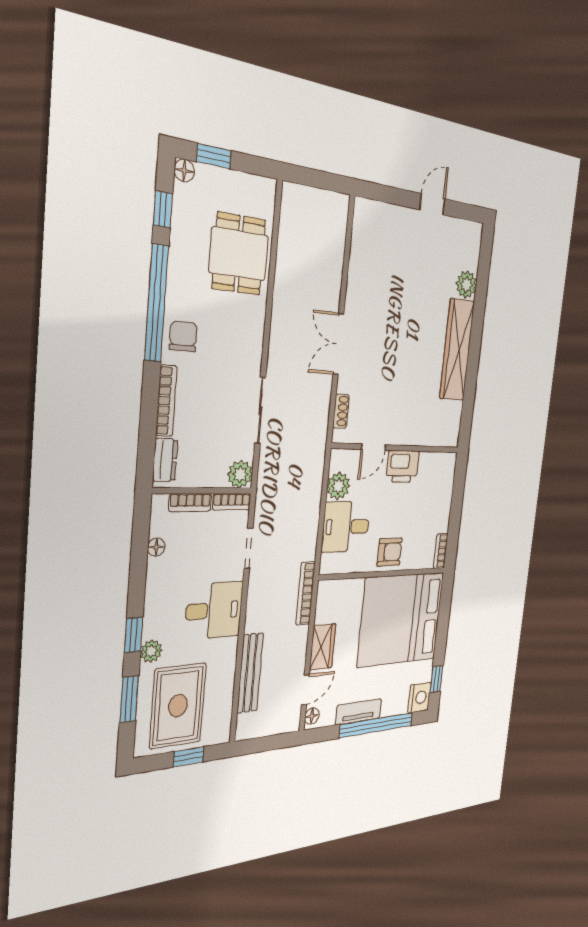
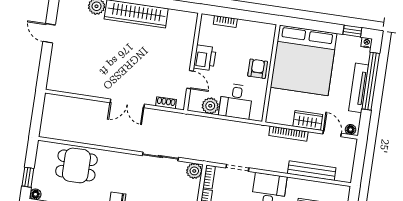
bookcase: (441, 551) -> (225, 21), moved
bookcase: (306, 593) -> (288, 134), moved
nightstand: (419, 698) -> (367, 43), width x0.53, depth x0.56
tv unit: (359, 712) -> (359, 88), width x1.41

